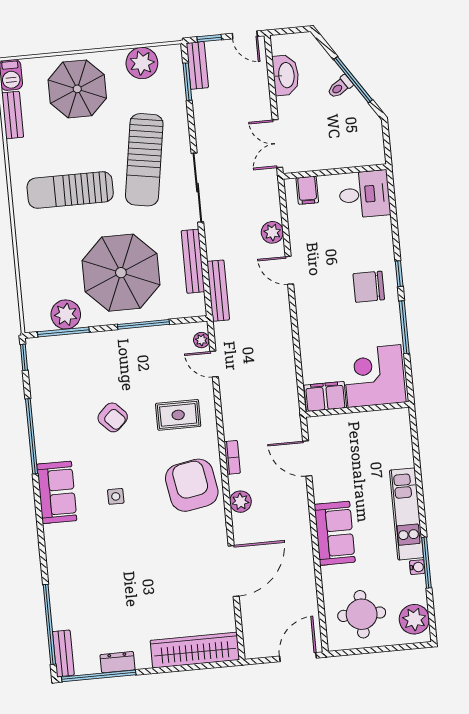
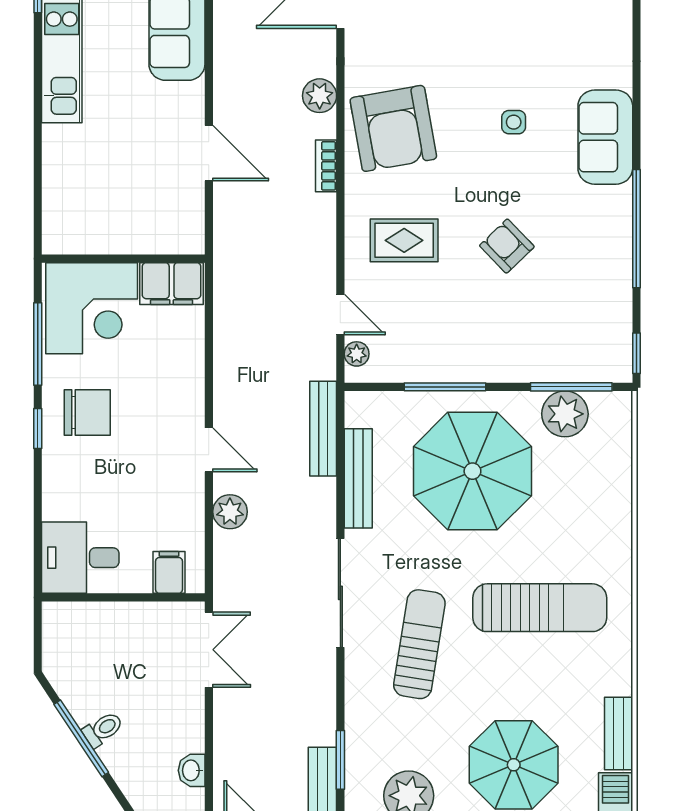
washbasin: (286, 75) -> (192, 770), width x0.52, depth x0.69
sun lounger: (144, 160) -> (419, 644), width x0.73, depth x0.75
corner desk: (374, 376) -> (92, 308), moved
filing cabinet: (325, 396) -> (172, 284), moved
wall: (357, 409) -> (123, 259), moved

